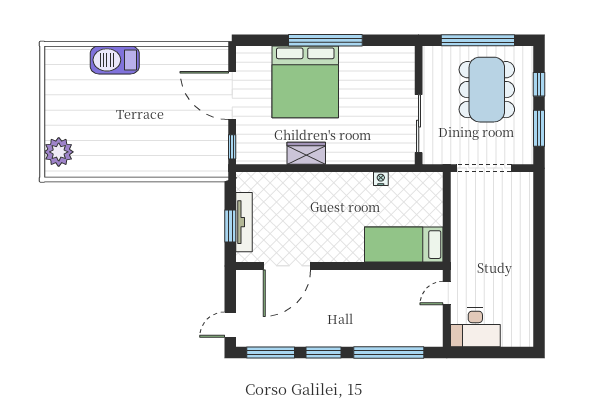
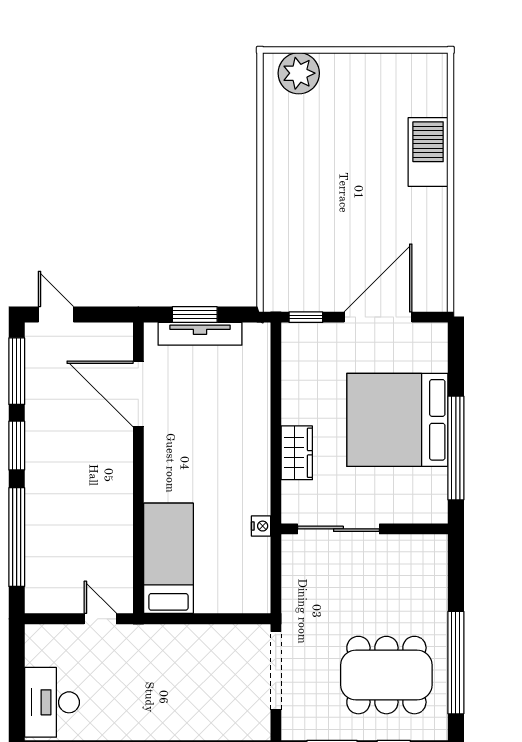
wall: (419, 105) -> (365, 529), moved
sliding door: (419, 124) -> (338, 529), moved
wardrobe: (306, 153) -> (297, 453), moved
desk: (475, 327) -> (52, 702), moved

